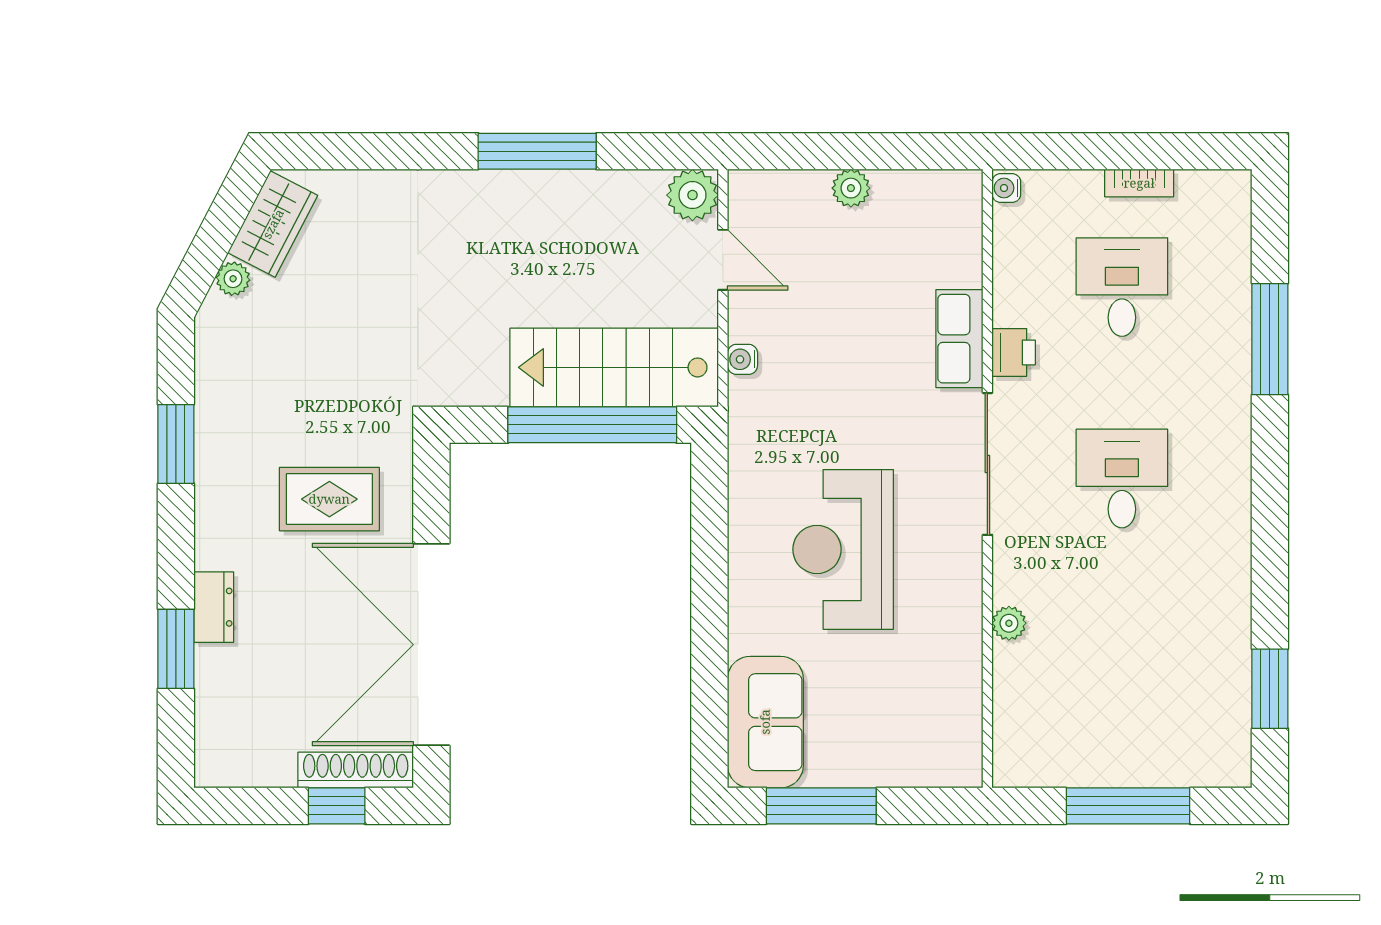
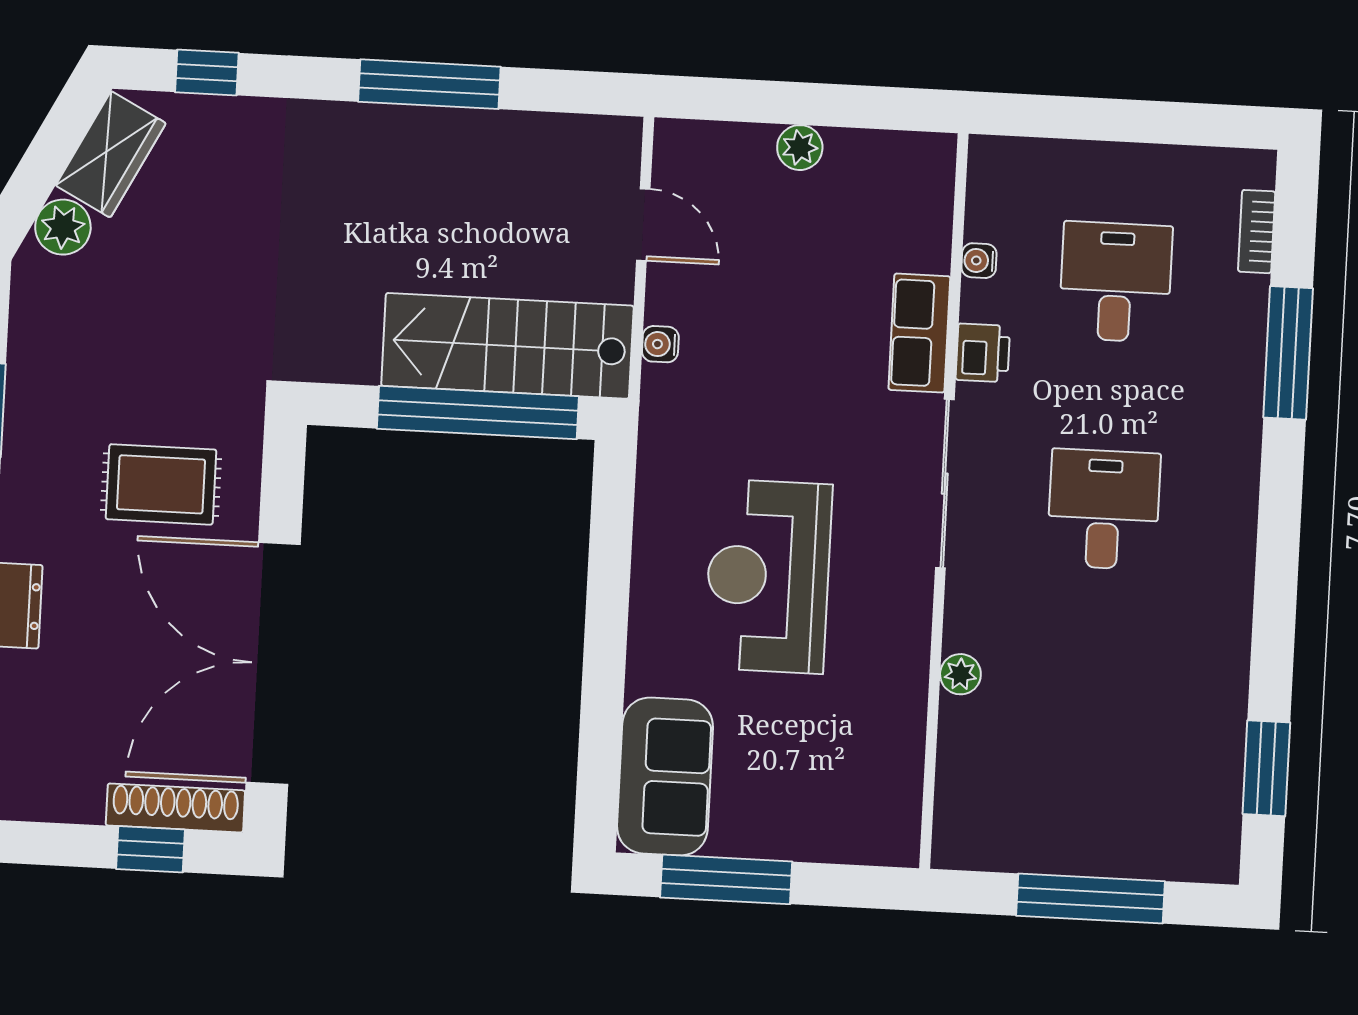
window: (350, 151) -> (207, 73), added
bookcase: (1139, 183) -> (1257, 232), moved, turned 90
water cooler: (1006, 188) -> (979, 261), moved
plant: (692, 195) -> (611, 146), removed
plant: (233, 279) -> (63, 227), width x1.38, depth x1.38

